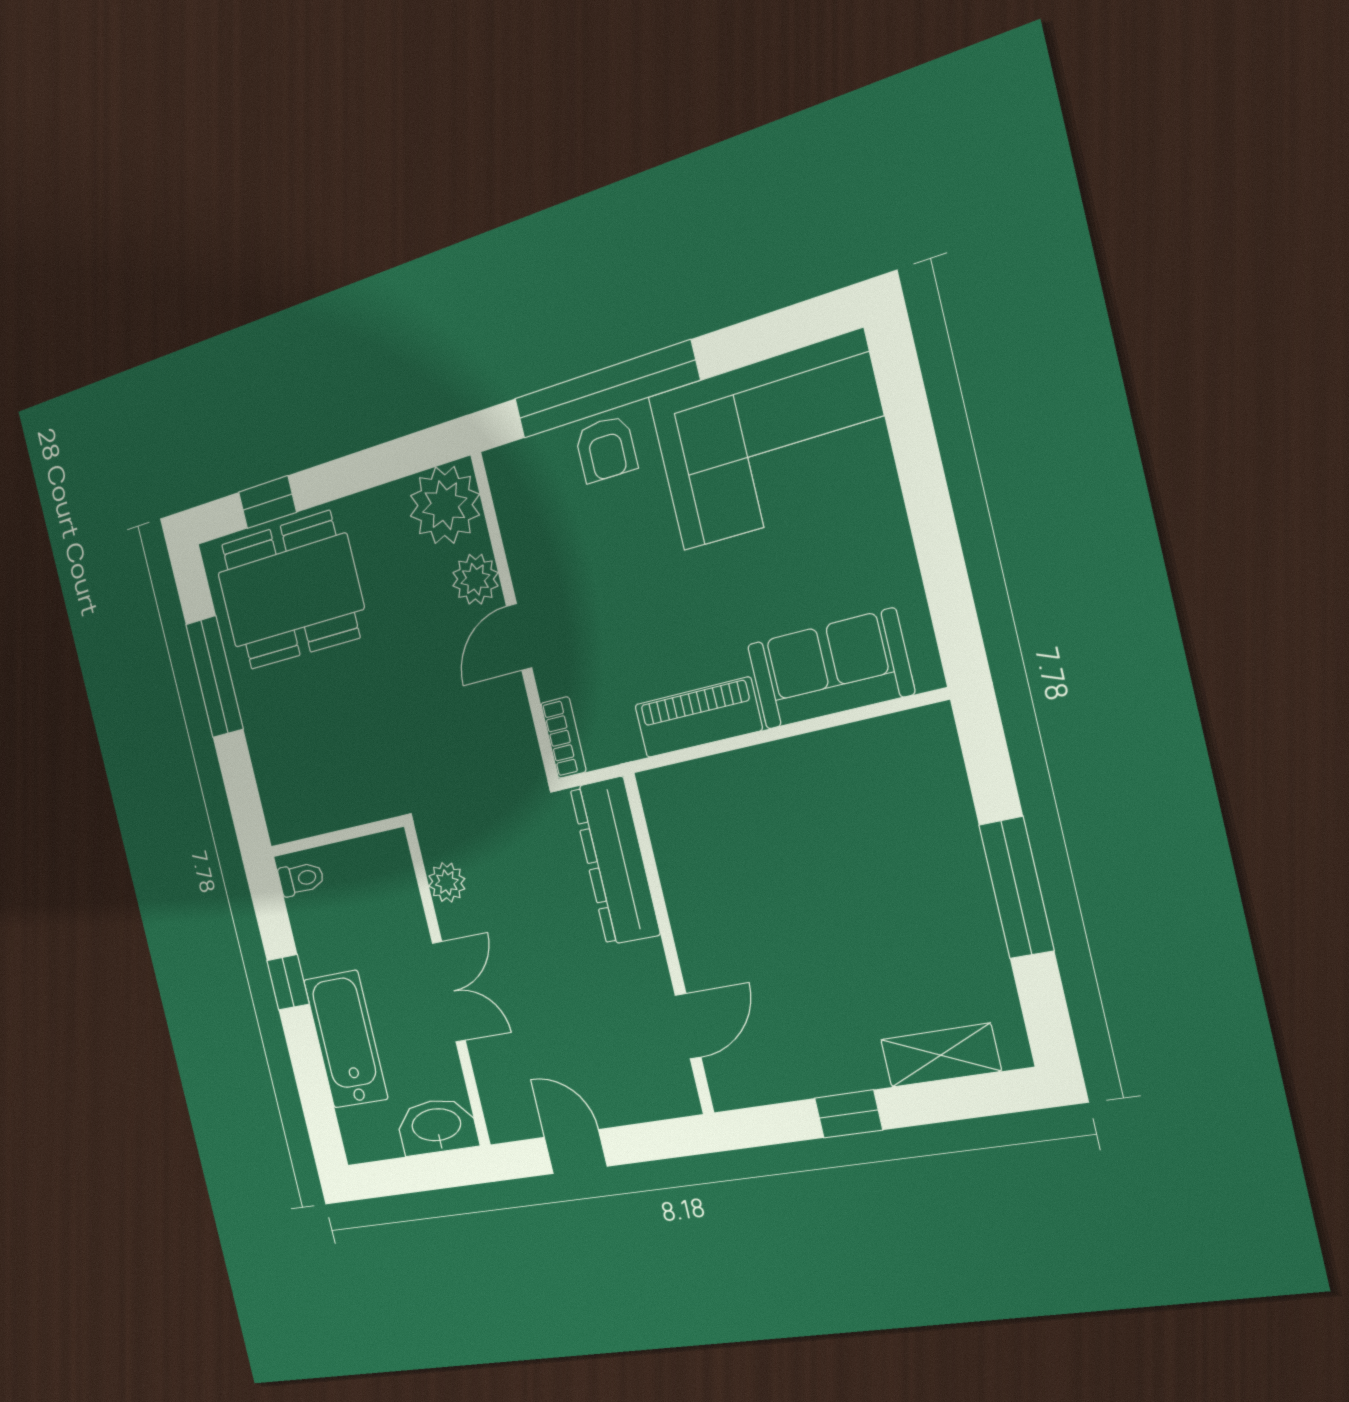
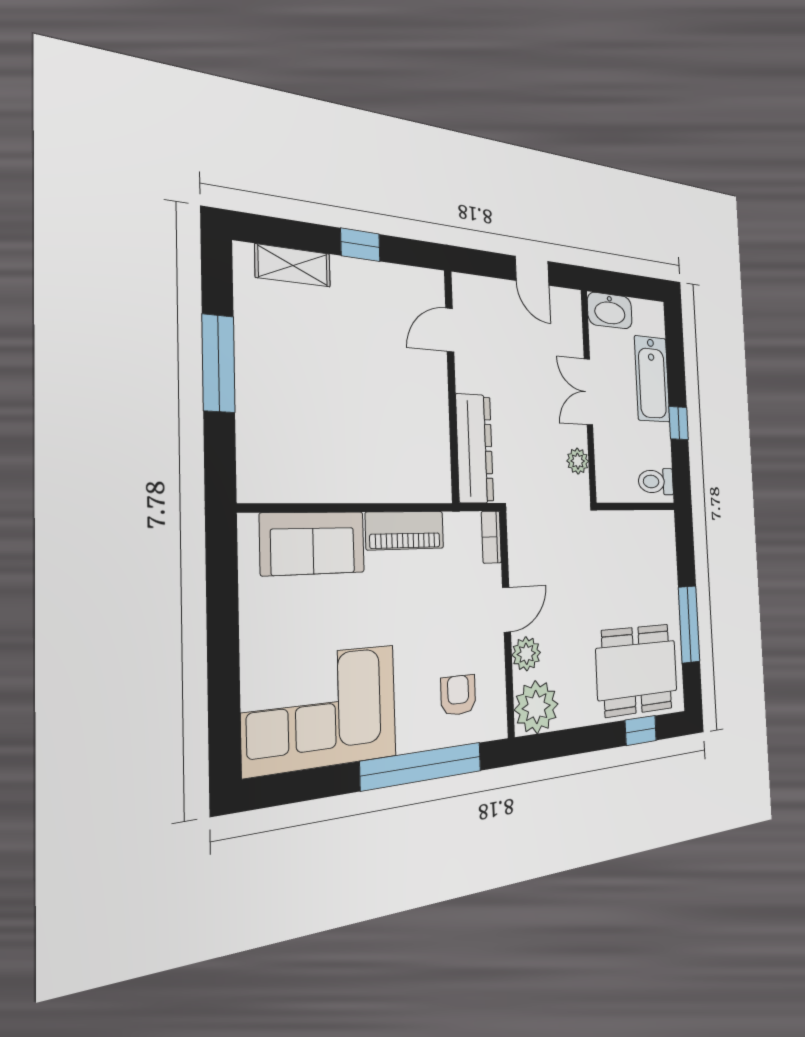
armchair: (606, 449) -> (458, 695), moved
toilet: (301, 879) -> (656, 482), width x1.37, depth x1.39

